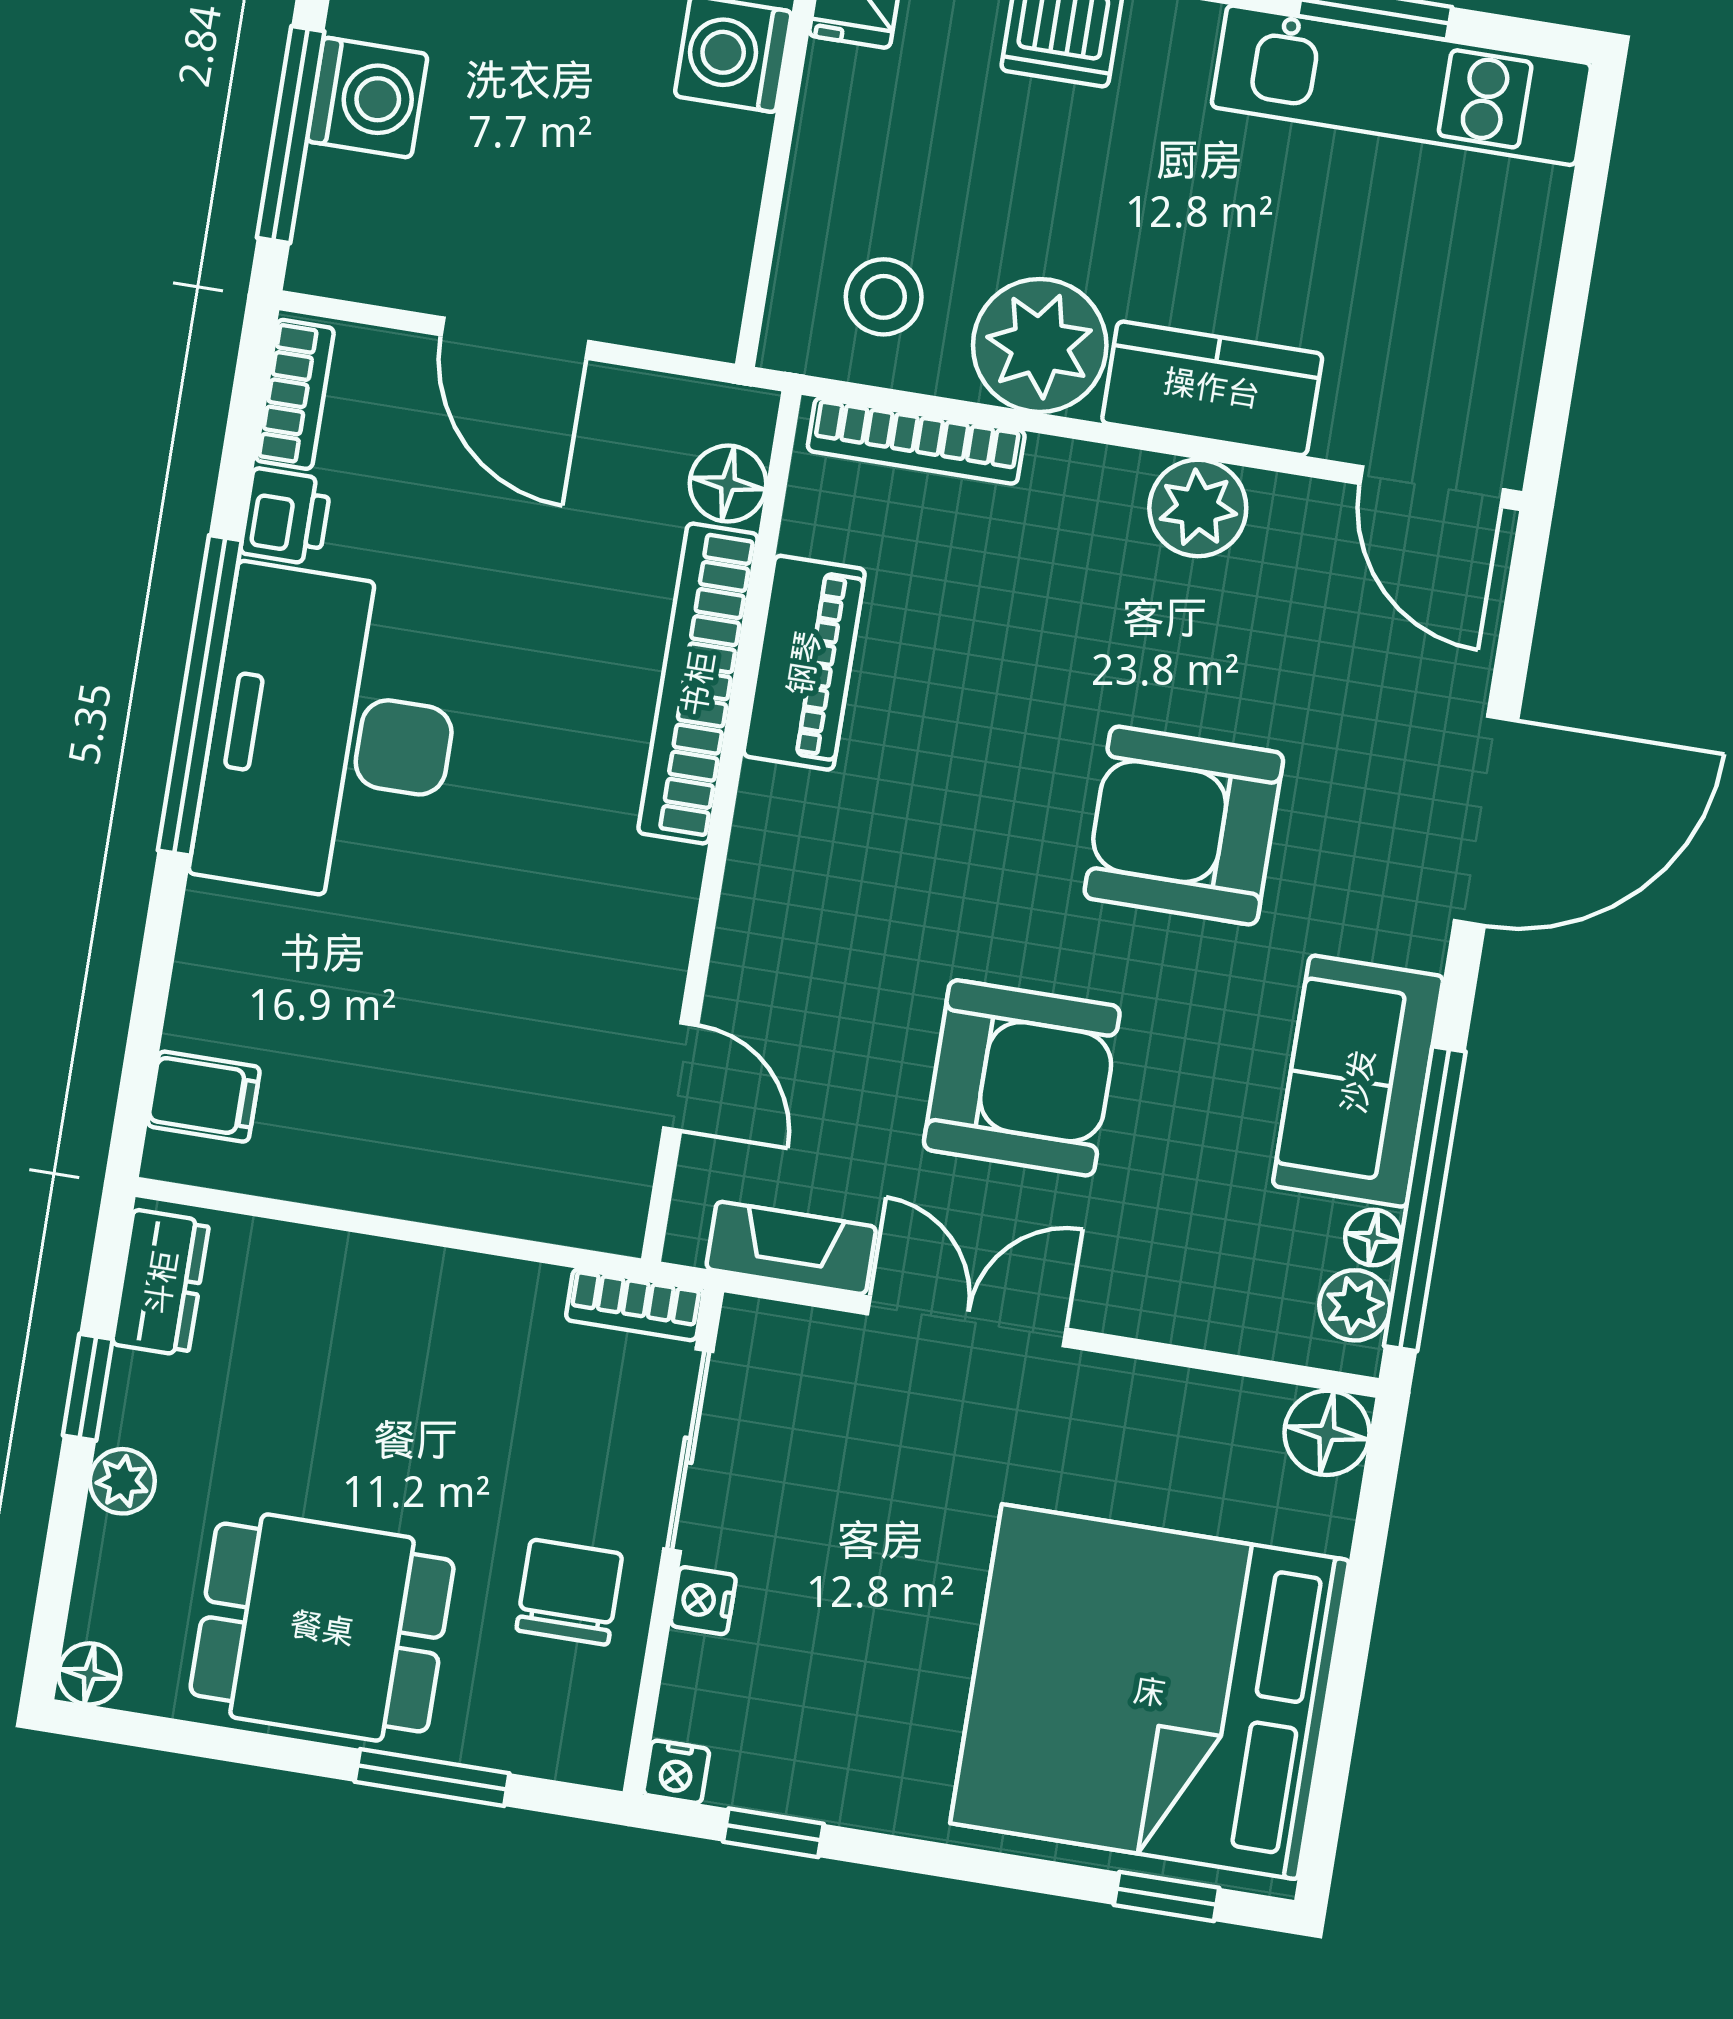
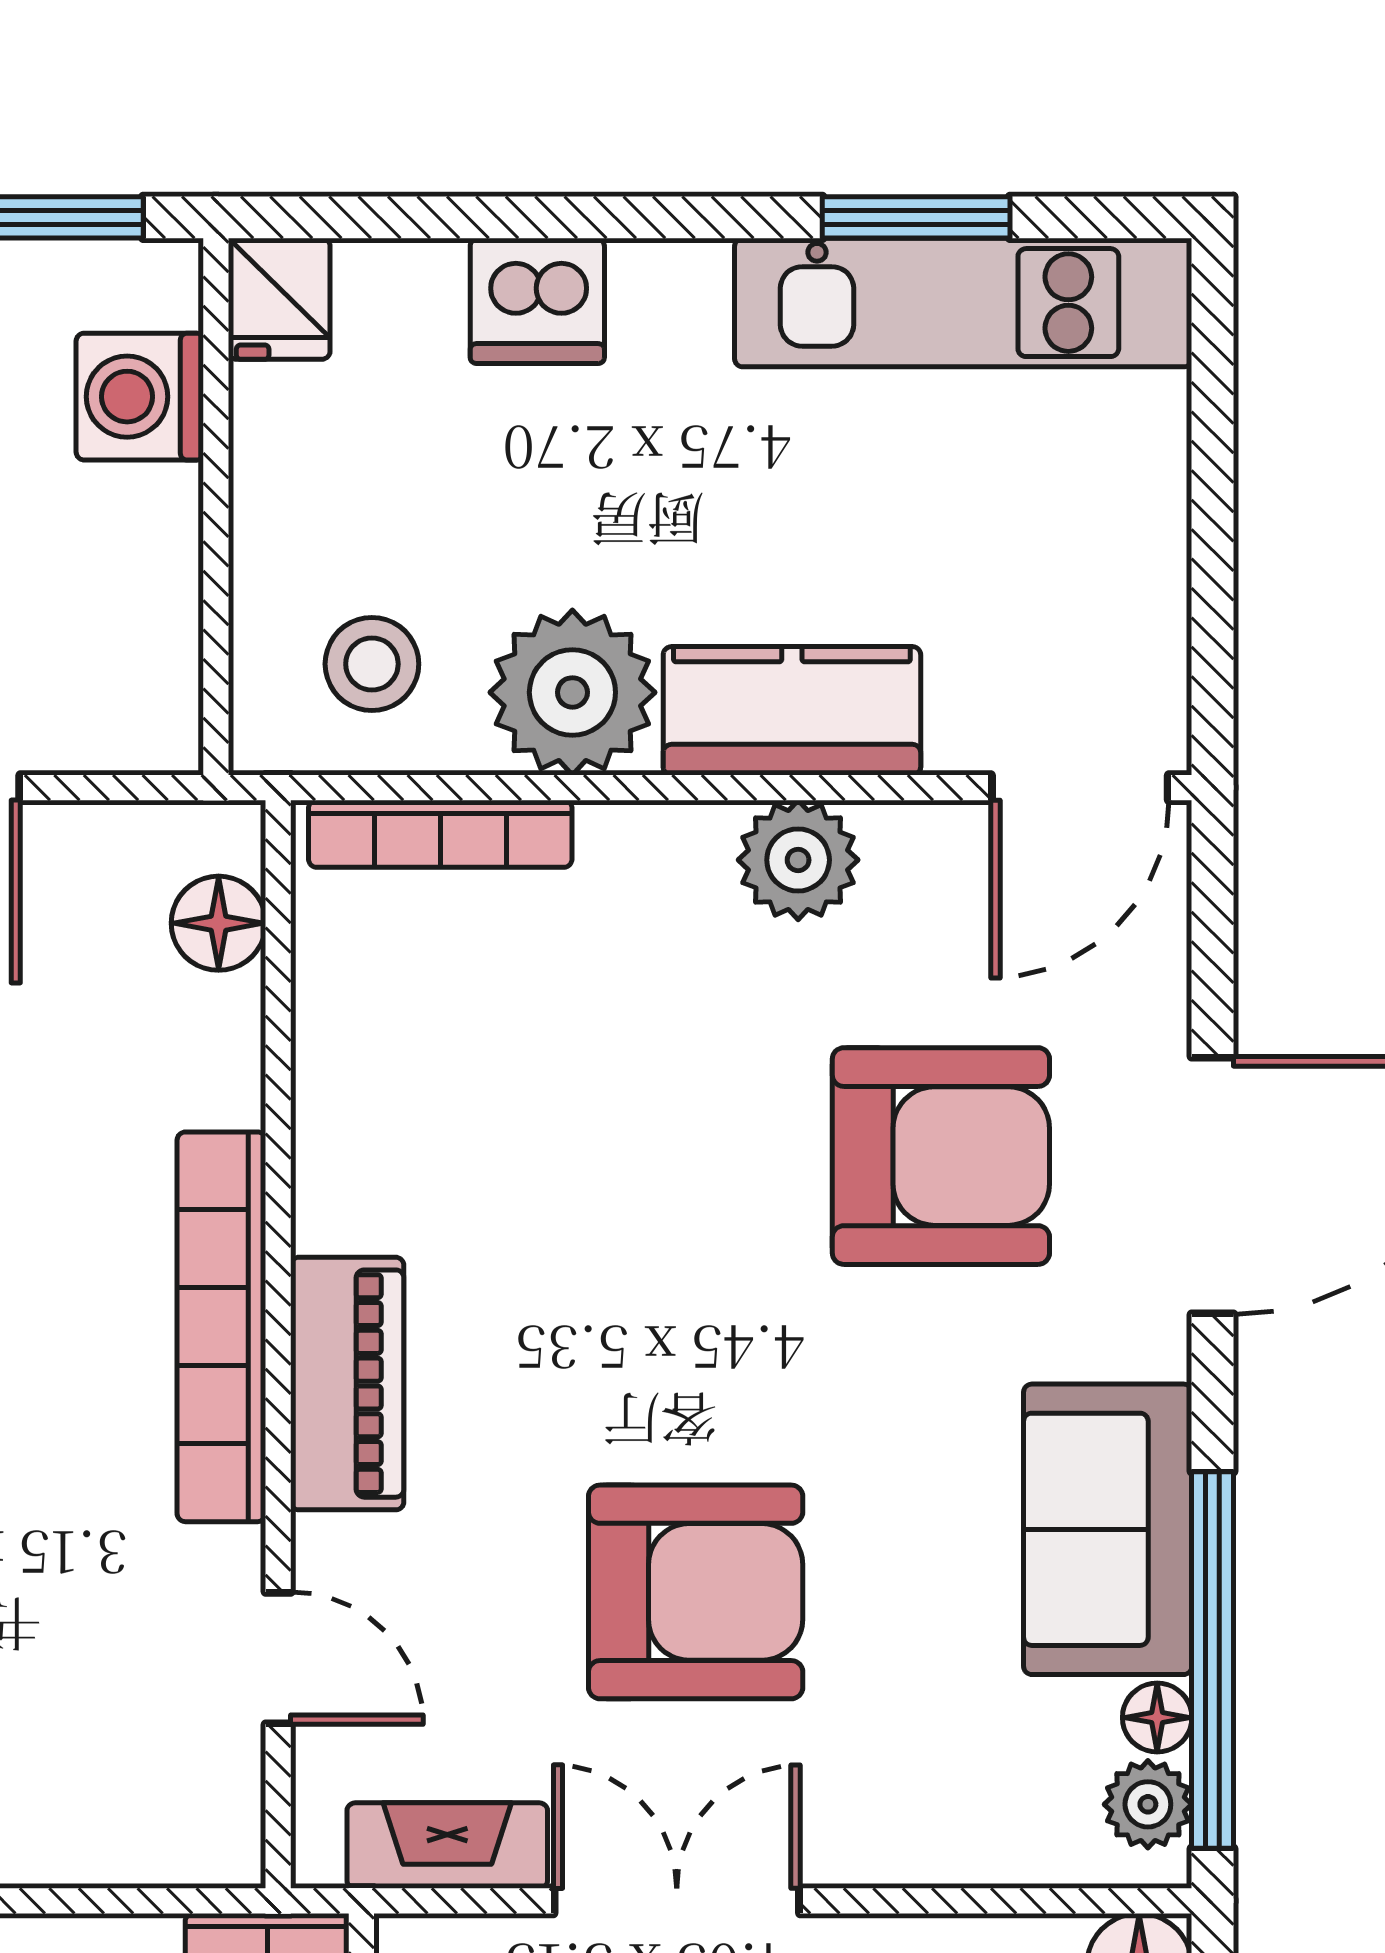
door: (1432, 487) -> (1080, 788), hinge flipped
piano: (804, 663) -> (347, 1384), moved
bookcase: (698, 684) -> (221, 1327), moved
armchair: (1184, 826) -> (941, 1156), moved, turned 180

